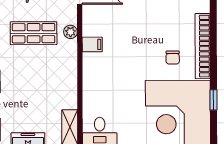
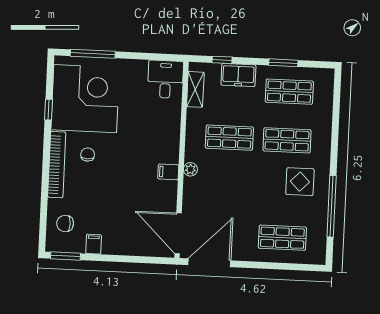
plant: (70, 32) -> (190, 169), moved
shop shelf: (34, 33) -> (229, 138), moved

